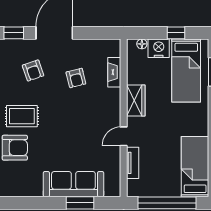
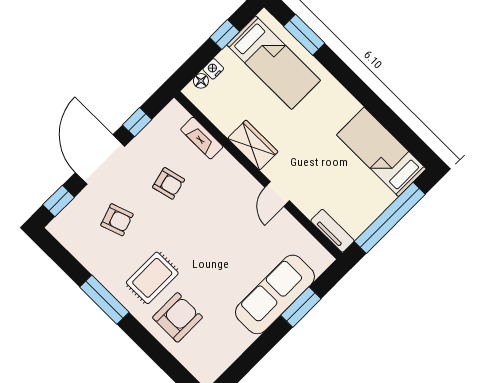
window: (91, 33) -> (137, 122), added
nightstand: (159, 48) -> (213, 69), width x0.53, depth x0.56
tv unit: (133, 163) -> (332, 231), moved

